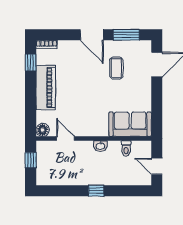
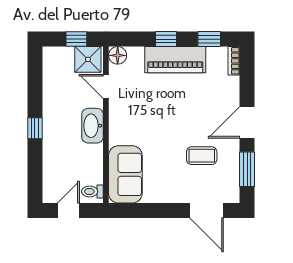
window: (31, 94) -> (166, 39), added
door: (65, 139) -> (106, 86), swing flipped
washbasin: (100, 146) -> (92, 126), width x1.91, depth x1.45
toilet: (126, 148) -> (92, 191), moved
shower: (46, 152) -> (88, 59), added

